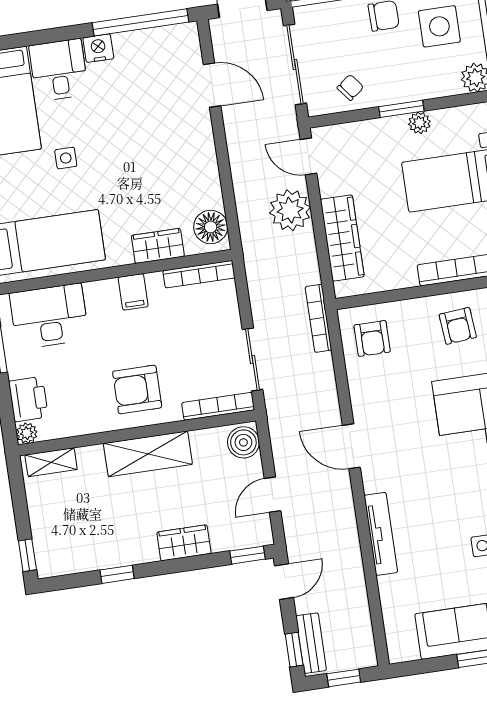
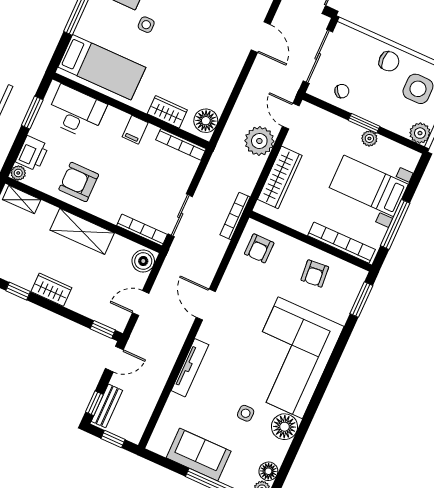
armchair: (137, 389) -> (79, 182), moved
wardrobe: (184, 543) -> (51, 290), moved

